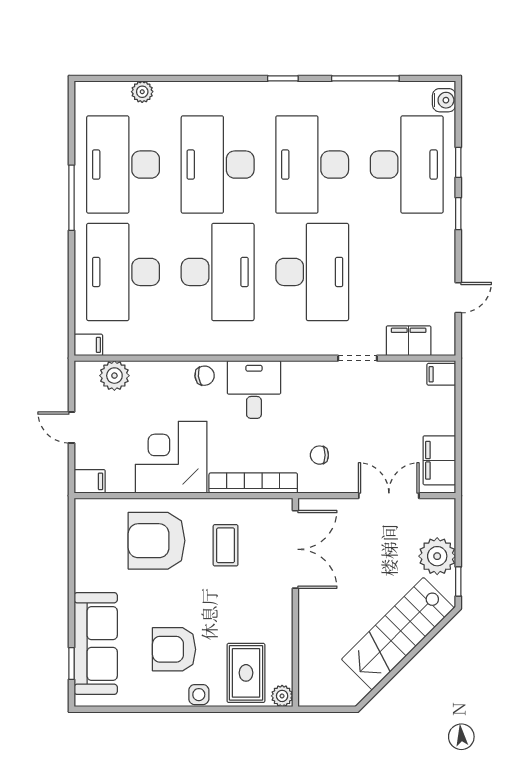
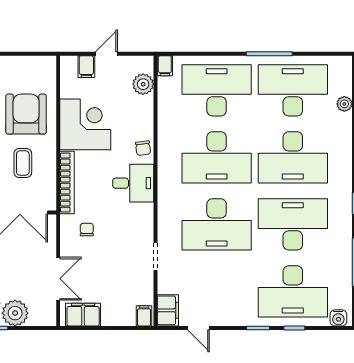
desk: (218, 165) -> (293, 157), turned 180
filing cabinet: (409, 341) -> (168, 310), moved
filing cabinet: (90, 481) -> (86, 67), moved
coffee table: (226, 545) -> (23, 163), turned 90

